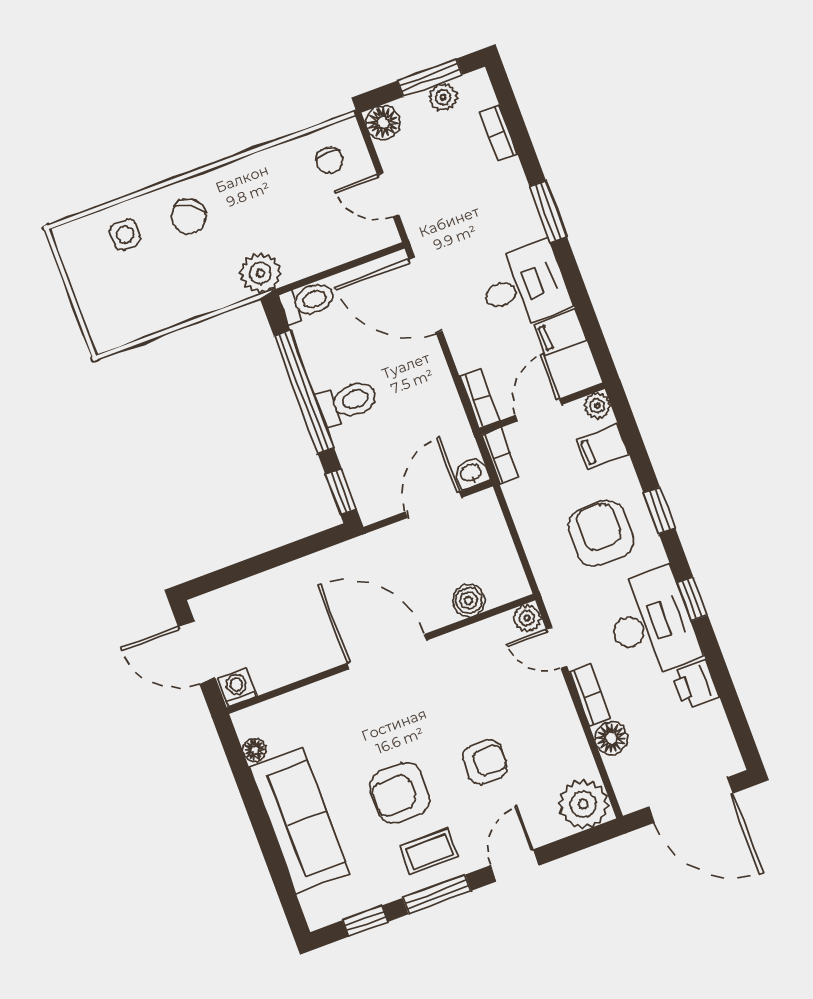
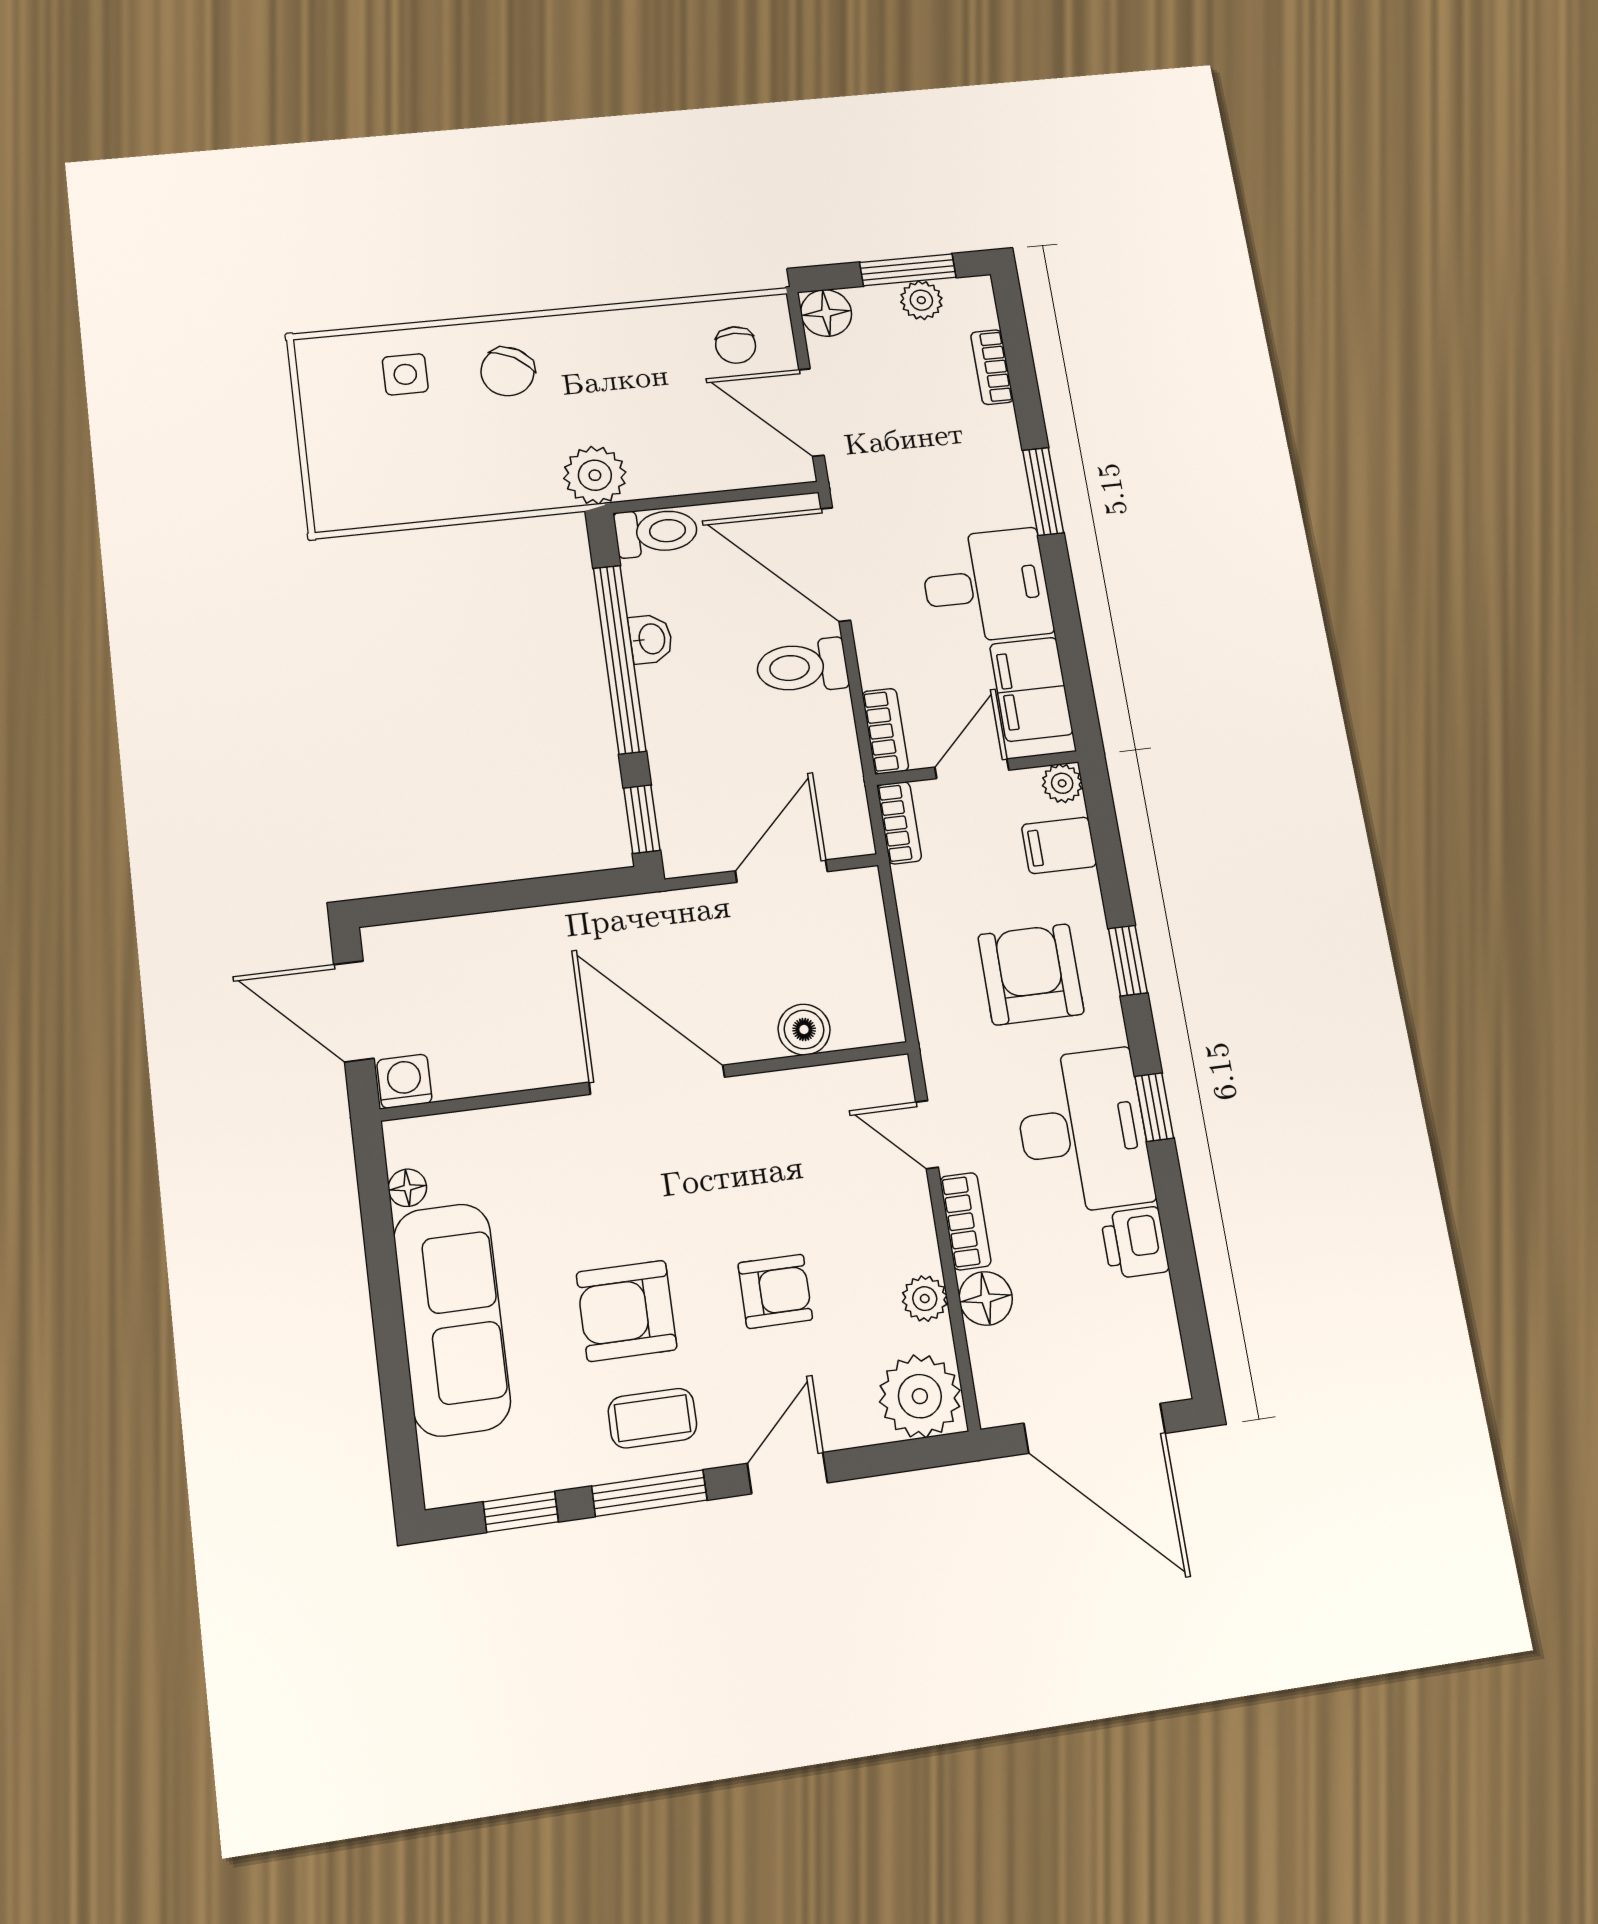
door: (388, 195) -> (811, 412), width x1.37
filing cabinet: (560, 333) -> (1031, 689), width x2.00
toilet: (348, 402) -> (802, 667), moved, turned 180
washbasin: (471, 473) -> (651, 639), moved, turned 90
plant: (527, 618) -> (925, 1299), moved

